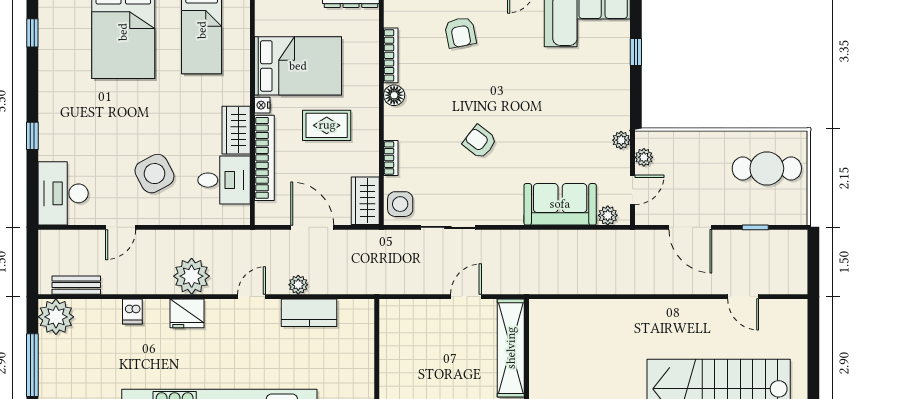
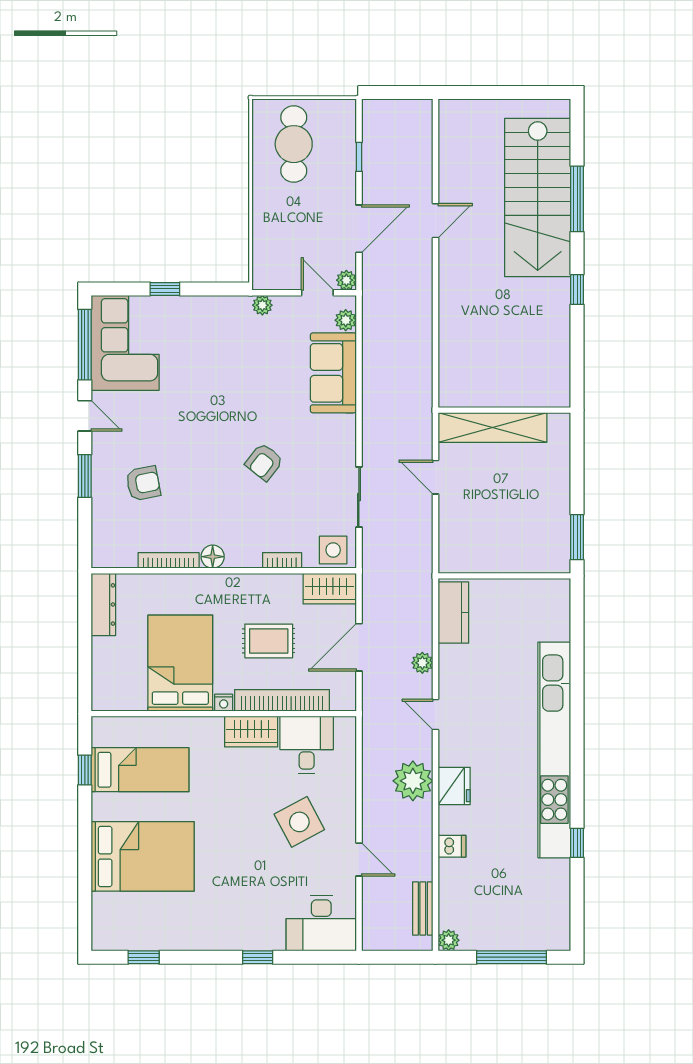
rug: (327, 125) -> (269, 641), moved, turned 90
plant: (644, 157) -> (346, 280), moved
door: (743, 297) -> (436, 221), moved
kitchen counter: (309, 313) -> (453, 613), moved
plant: (56, 317) -> (449, 940), width x0.53, depth x0.53

